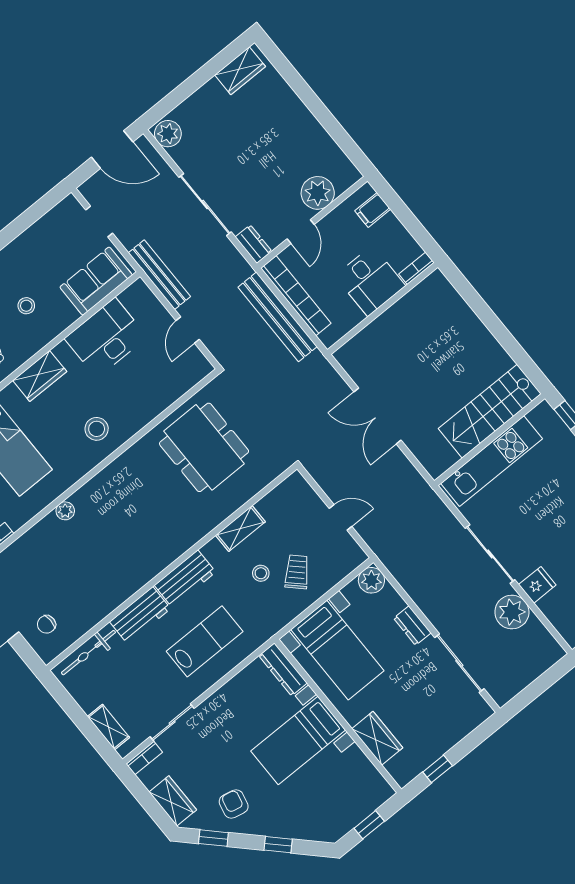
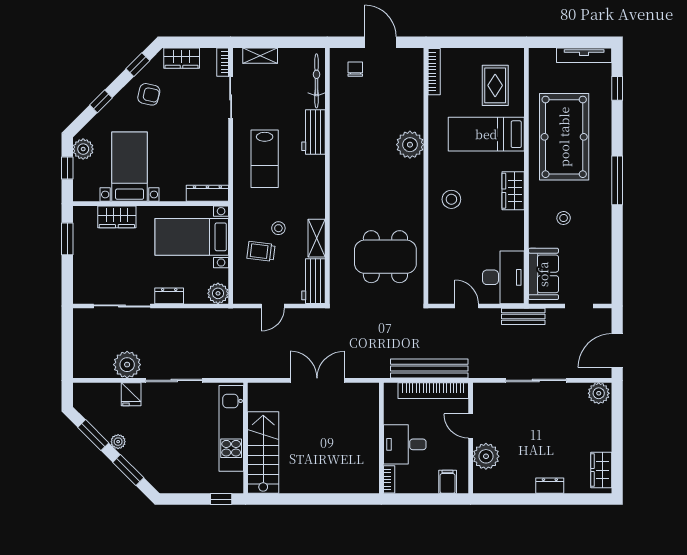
dresser: (253, 244) -> (550, 486), moved, turned 180
bench: (159, 275) -> (523, 316), width x0.73
desk: (106, 338) -> (503, 277), moved
plant: (65, 511) -> (410, 145), width x1.87, depth x1.87
trolley: (297, 572) -> (261, 251), turned 143
workbench: (185, 579) -> (313, 281), moved
bed with nightstands: (298, 741) -> (130, 167), moved
window: (438, 769) -> (67, 239), width x1.50
plant: (338, 824) -> (83, 149), added

